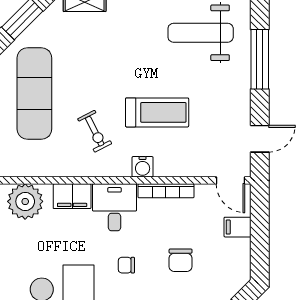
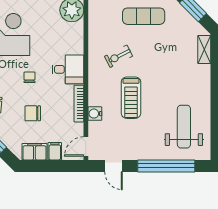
window: (260, 59) -> (166, 166), width x1.46
exercise mat: (34, 93) -> (144, 16), width x0.73, depth x0.69
water cooler: (143, 167) -> (95, 114), moved
filing cabinet: (72, 196) -> (34, 152), moved, turned 90

